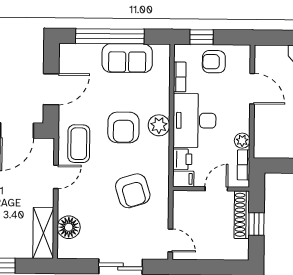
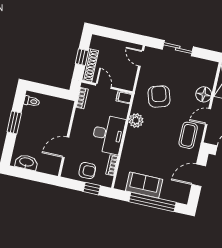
door: (252, 89) -> (66, 147), hinge flipped
plant: (159, 125) -> (136, 120), moved
armchair: (123, 127) -> (156, 140), removed
plant: (242, 141) -> (80, 114), removed
printer: (182, 159) -> (122, 110), removed
door: (216, 189) -> (103, 86), swing flipped
floor lamp: (69, 227) -> (204, 94), moved

